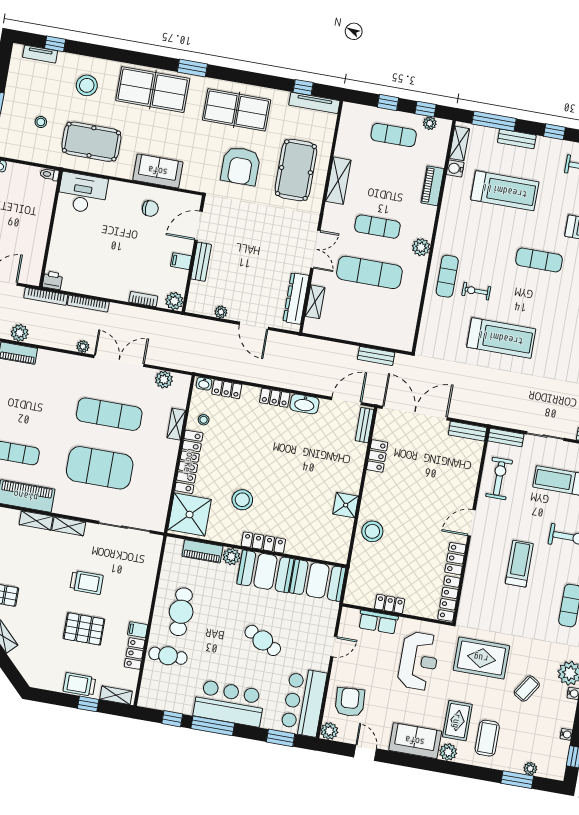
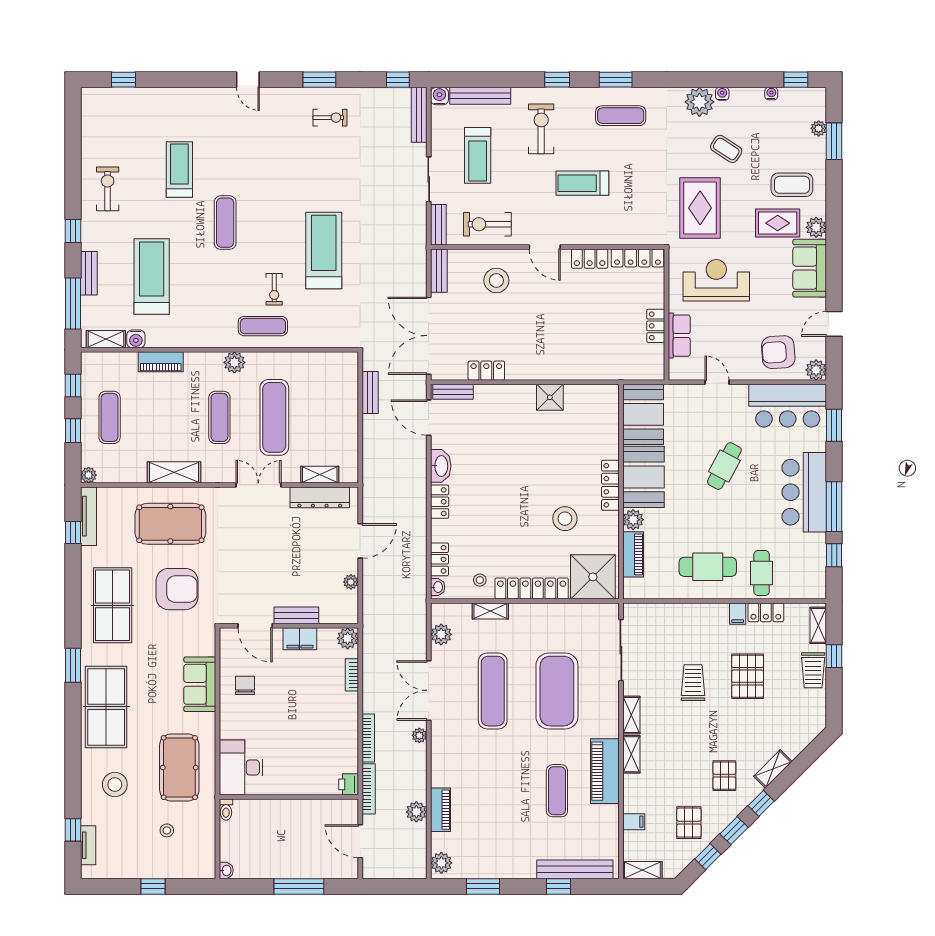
plant: (430, 123) -> (89, 475), moved
filing cabinet: (181, 261) -> (300, 639), width x2.00
stool: (372, 531) -> (496, 280), moved

